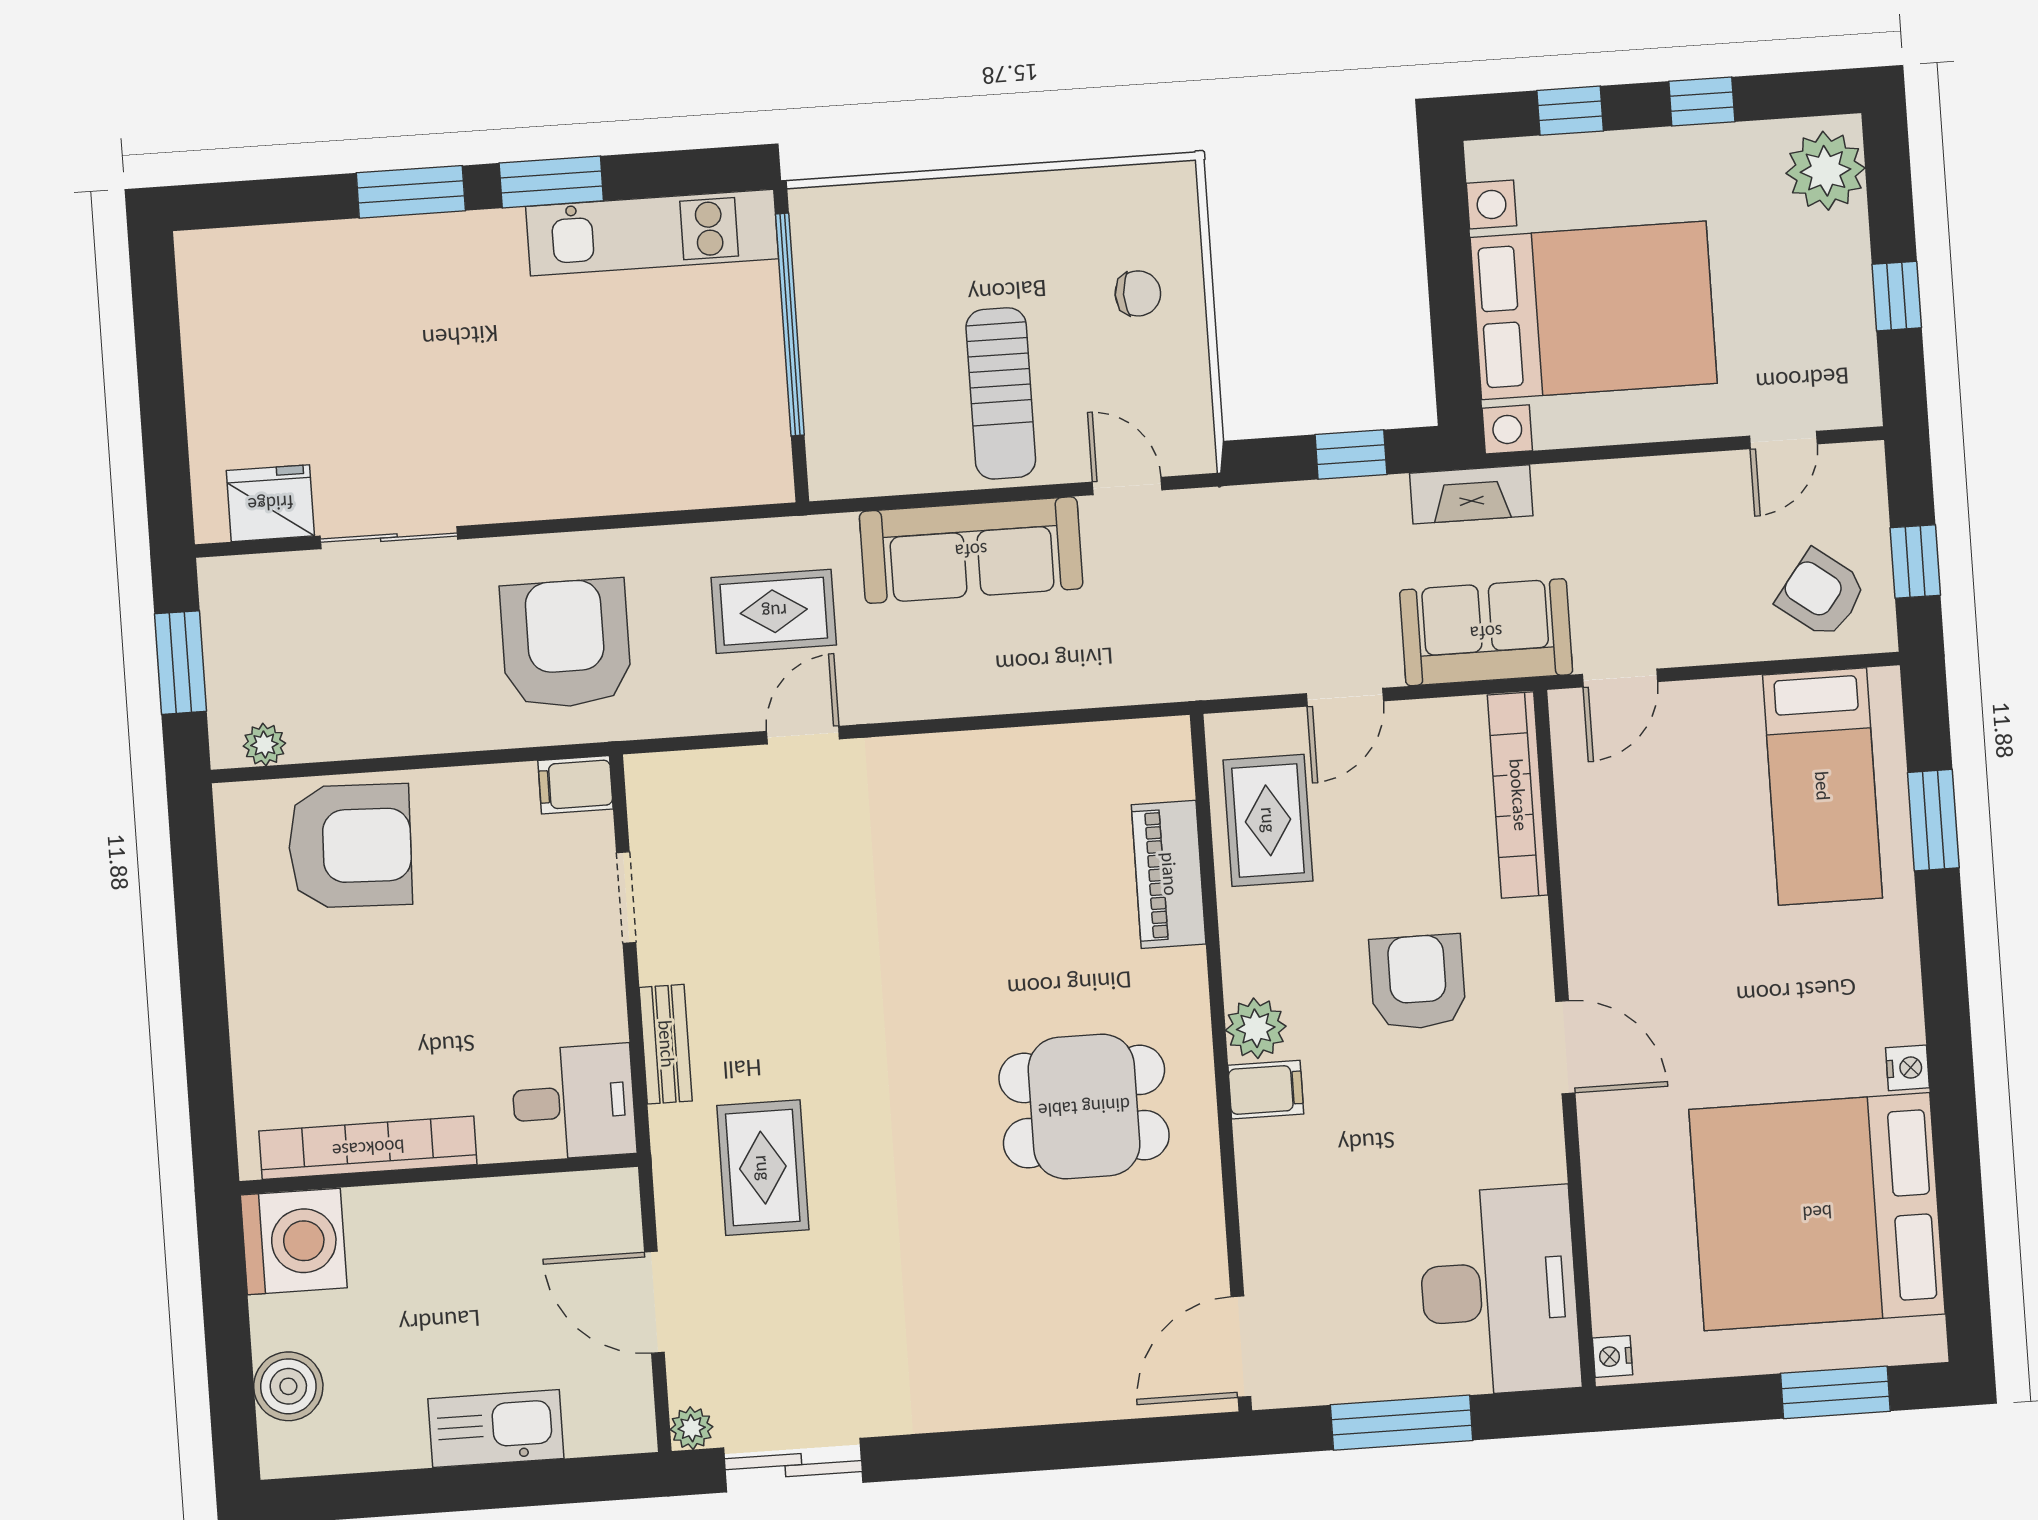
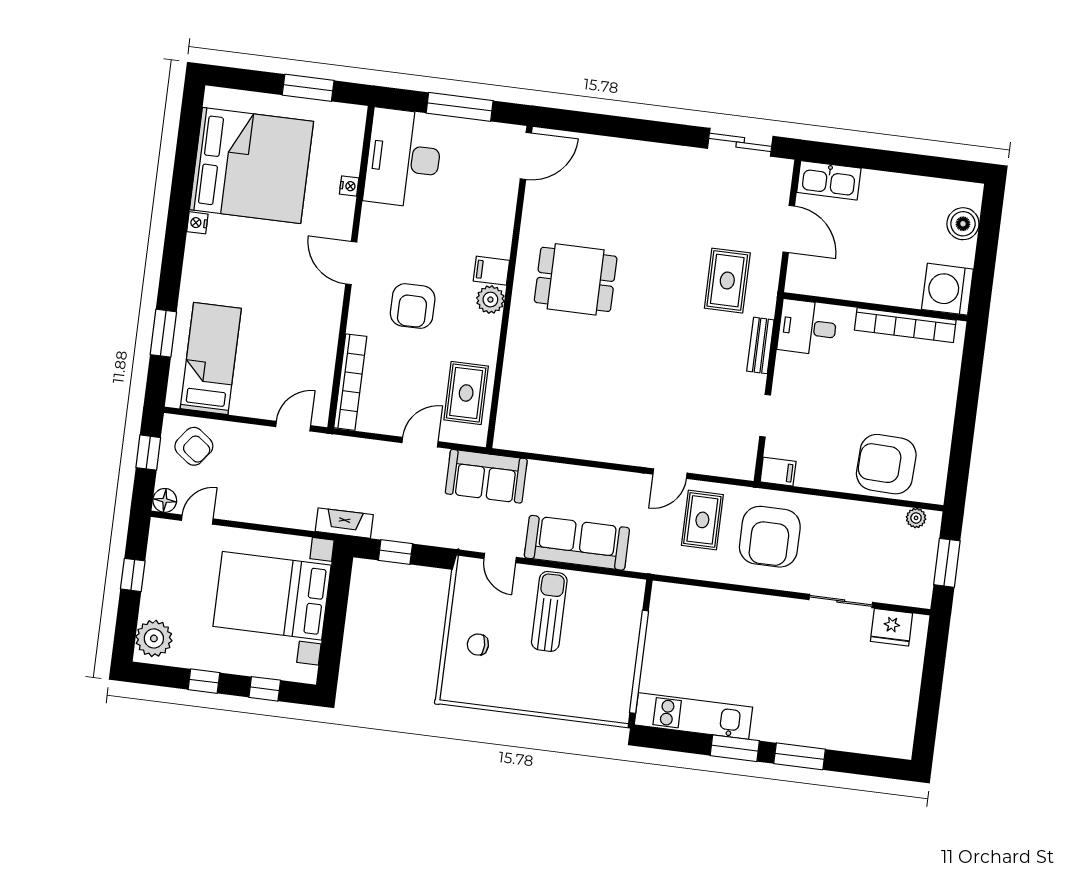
floor lamp: (1860, 467) -> (165, 500), added
rug: (774, 611) -> (702, 520), moved, turned 90
sofa: (1486, 632) -> (486, 476), moved
piano: (1169, 874) -> (516, 377), removed
nightstand: (1612, 1356) -> (349, 186), moved
window: (1835, 1392) -> (308, 88), moved
plant: (692, 1428) -> (783, 168), removed
kitchen sink: (496, 1429) -> (829, 180), moved

